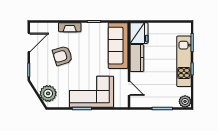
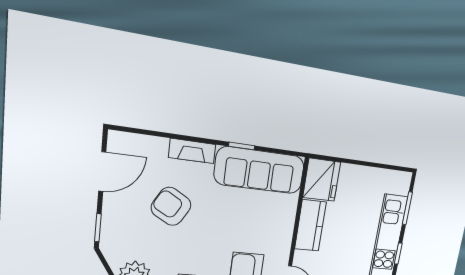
sofa: (118, 46) -> (260, 170), moved, turned -90
armchair: (62, 56) -> (171, 206), turned 47

